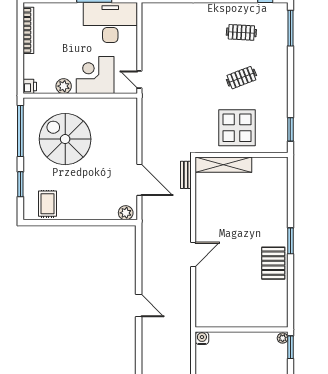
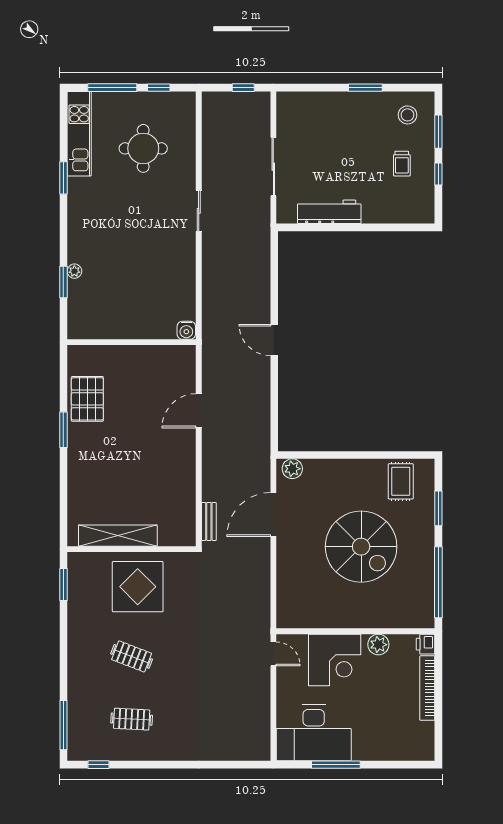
bookcase: (28, 30) -> (427, 688), moved
clothes rail: (241, 78) -> (132, 656), turned 42
spiral stairs: (65, 139) -> (361, 547), moved
shelving: (223, 165) -> (118, 536), moved
door: (139, 180) -> (273, 515), hinge flipped
wall: (241, 330) -> (132, 342), moved
water cooler: (202, 338) -> (186, 330), moved
plant: (283, 338) -> (74, 271), moved

